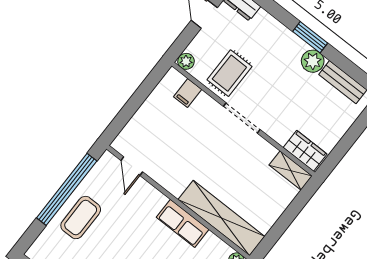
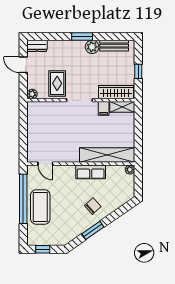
filing cabinet: (188, 93) -> (104, 108), moved
window: (348, 141) -> (138, 71), added
wardrobe: (305, 151) -> (116, 92), width x1.50
coffee table: (81, 218) -> (40, 207), width x1.36, depth x1.32

